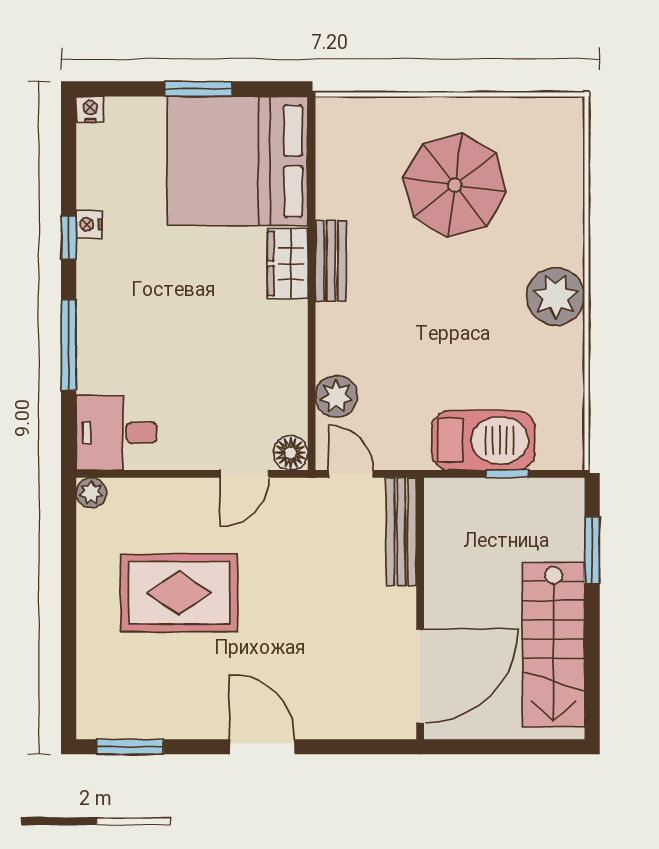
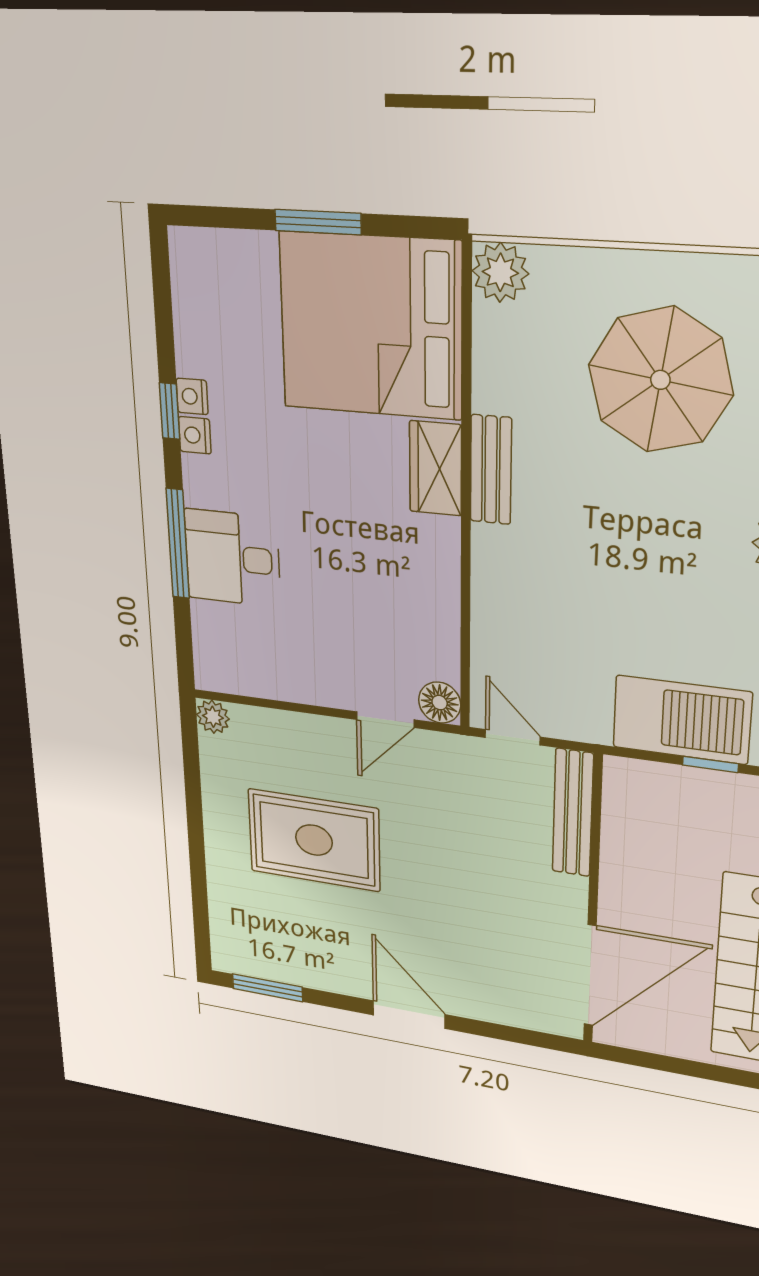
nightstand: (90, 109) -> (195, 435), moved, turned -90
plant: (336, 396) -> (500, 272), moved
desk: (116, 433) -> (232, 558), moved

